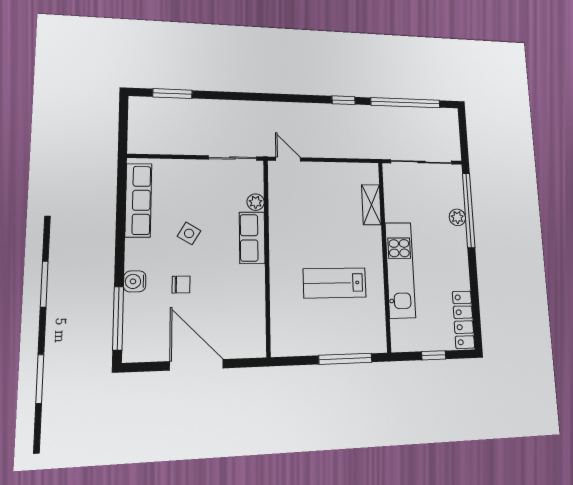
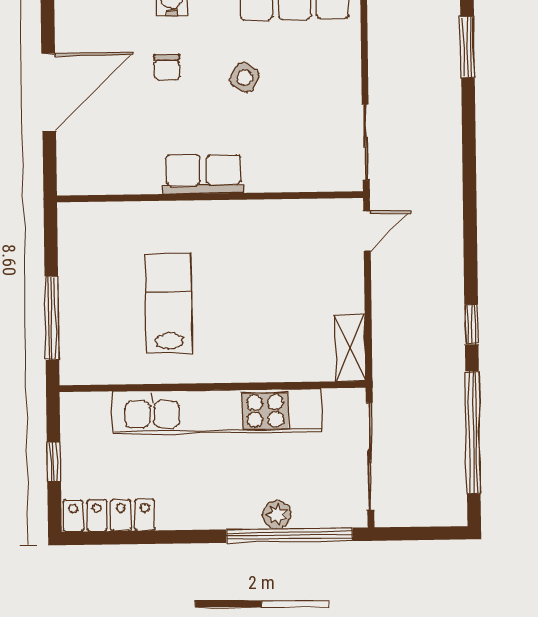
plant: (256, 202) -> (295, 179), removed
shelving: (371, 205) -> (350, 348), moved, turned 90
row of seats: (252, 238) -> (203, 174), moved
kitchen unit: (400, 270) -> (217, 411), width x1.36

